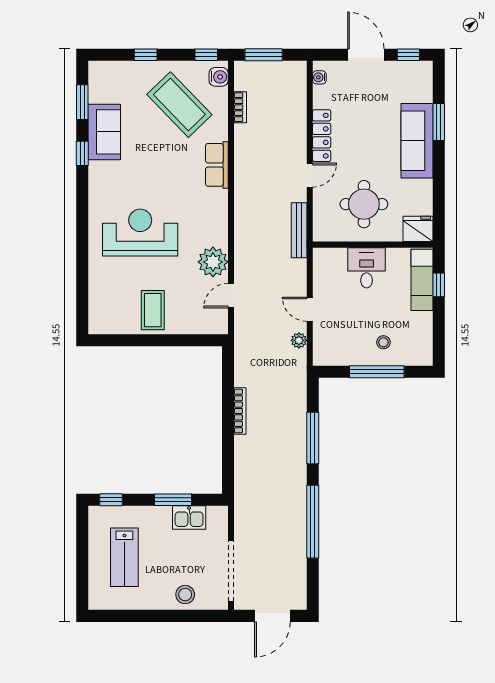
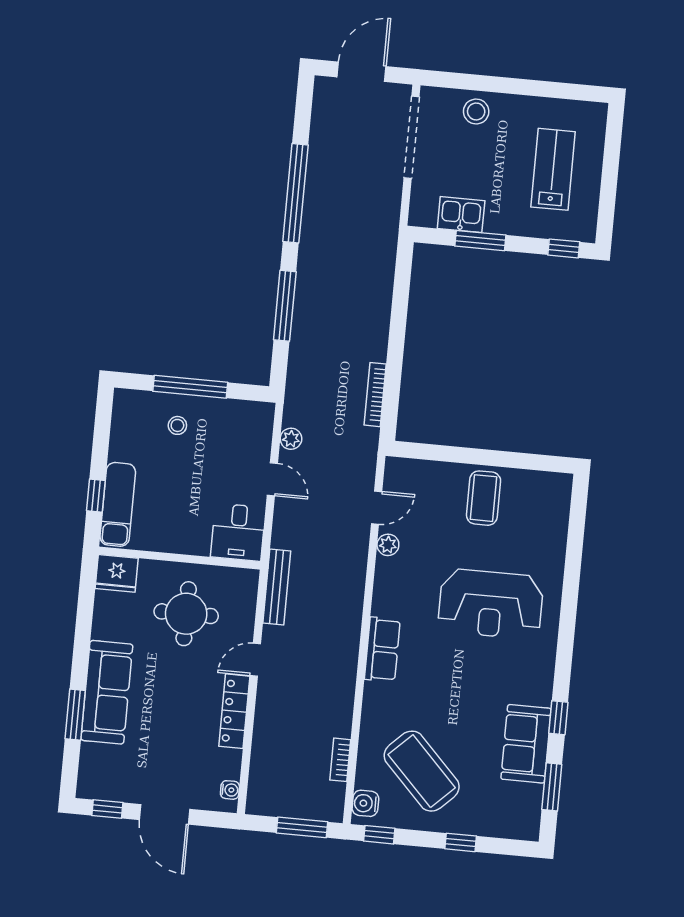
row of seats: (217, 165) -> (382, 649), moved
plant: (213, 262) -> (388, 545), width x0.53, depth x0.53
desk: (367, 268) -> (238, 532), moved
bookcase: (240, 411) -> (375, 395), moved

